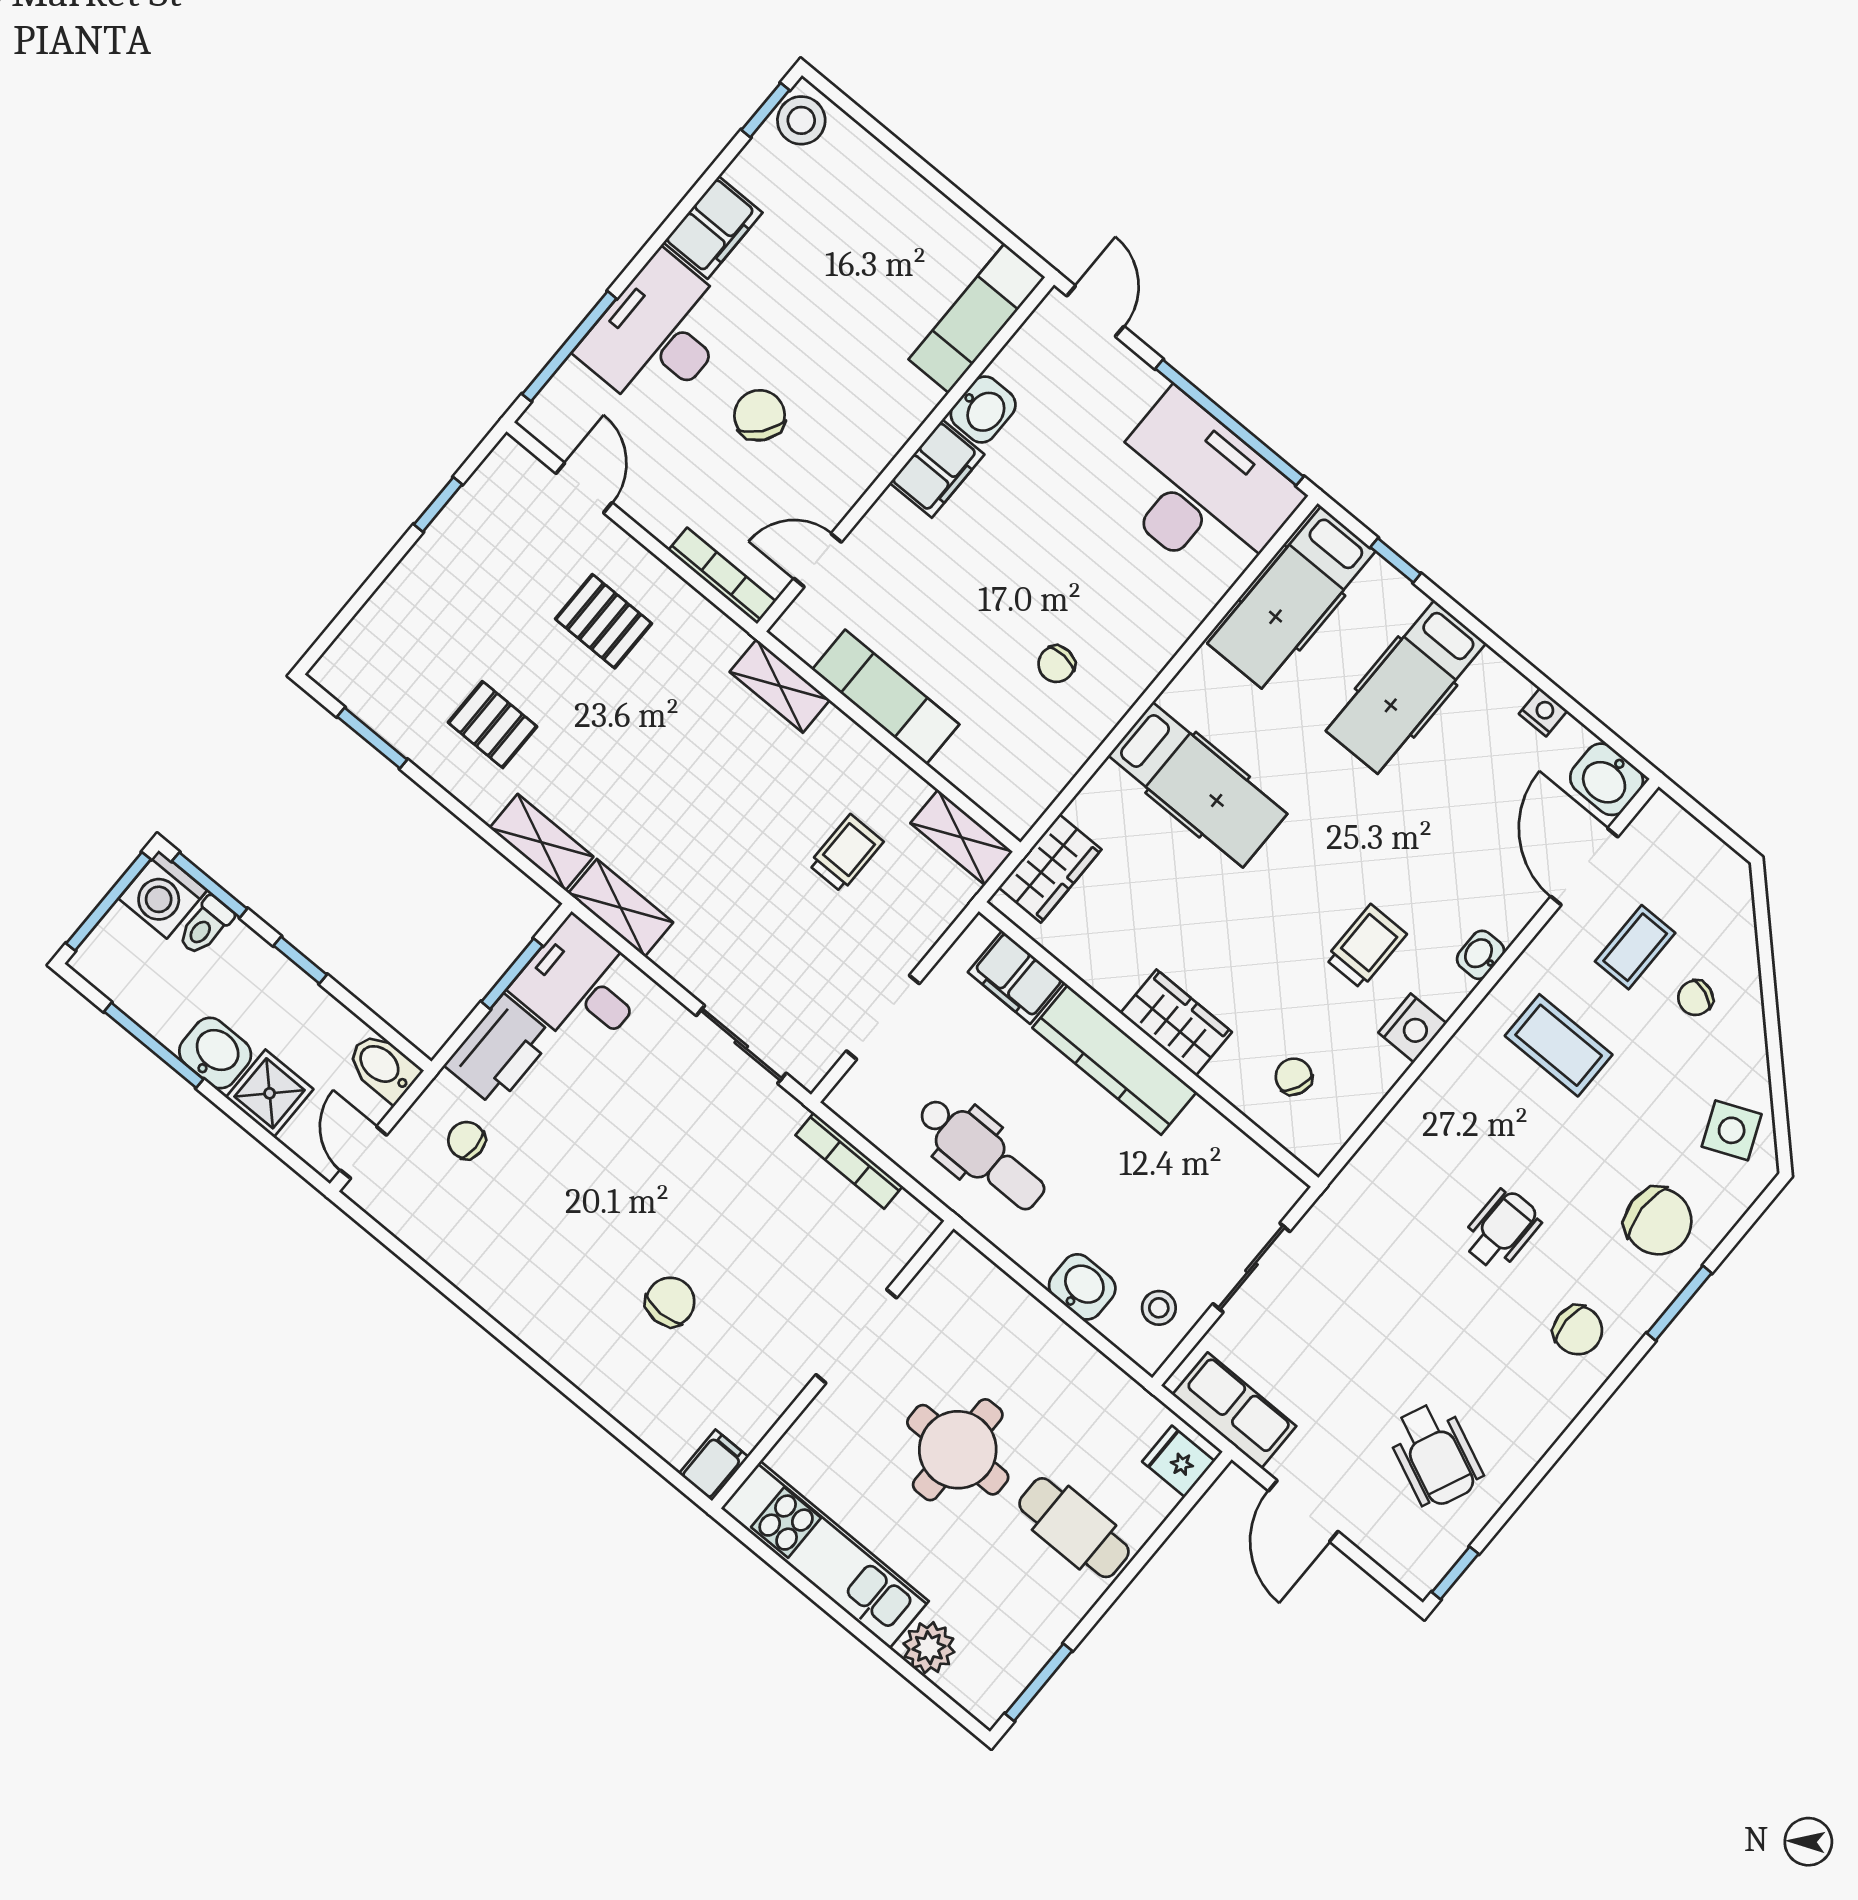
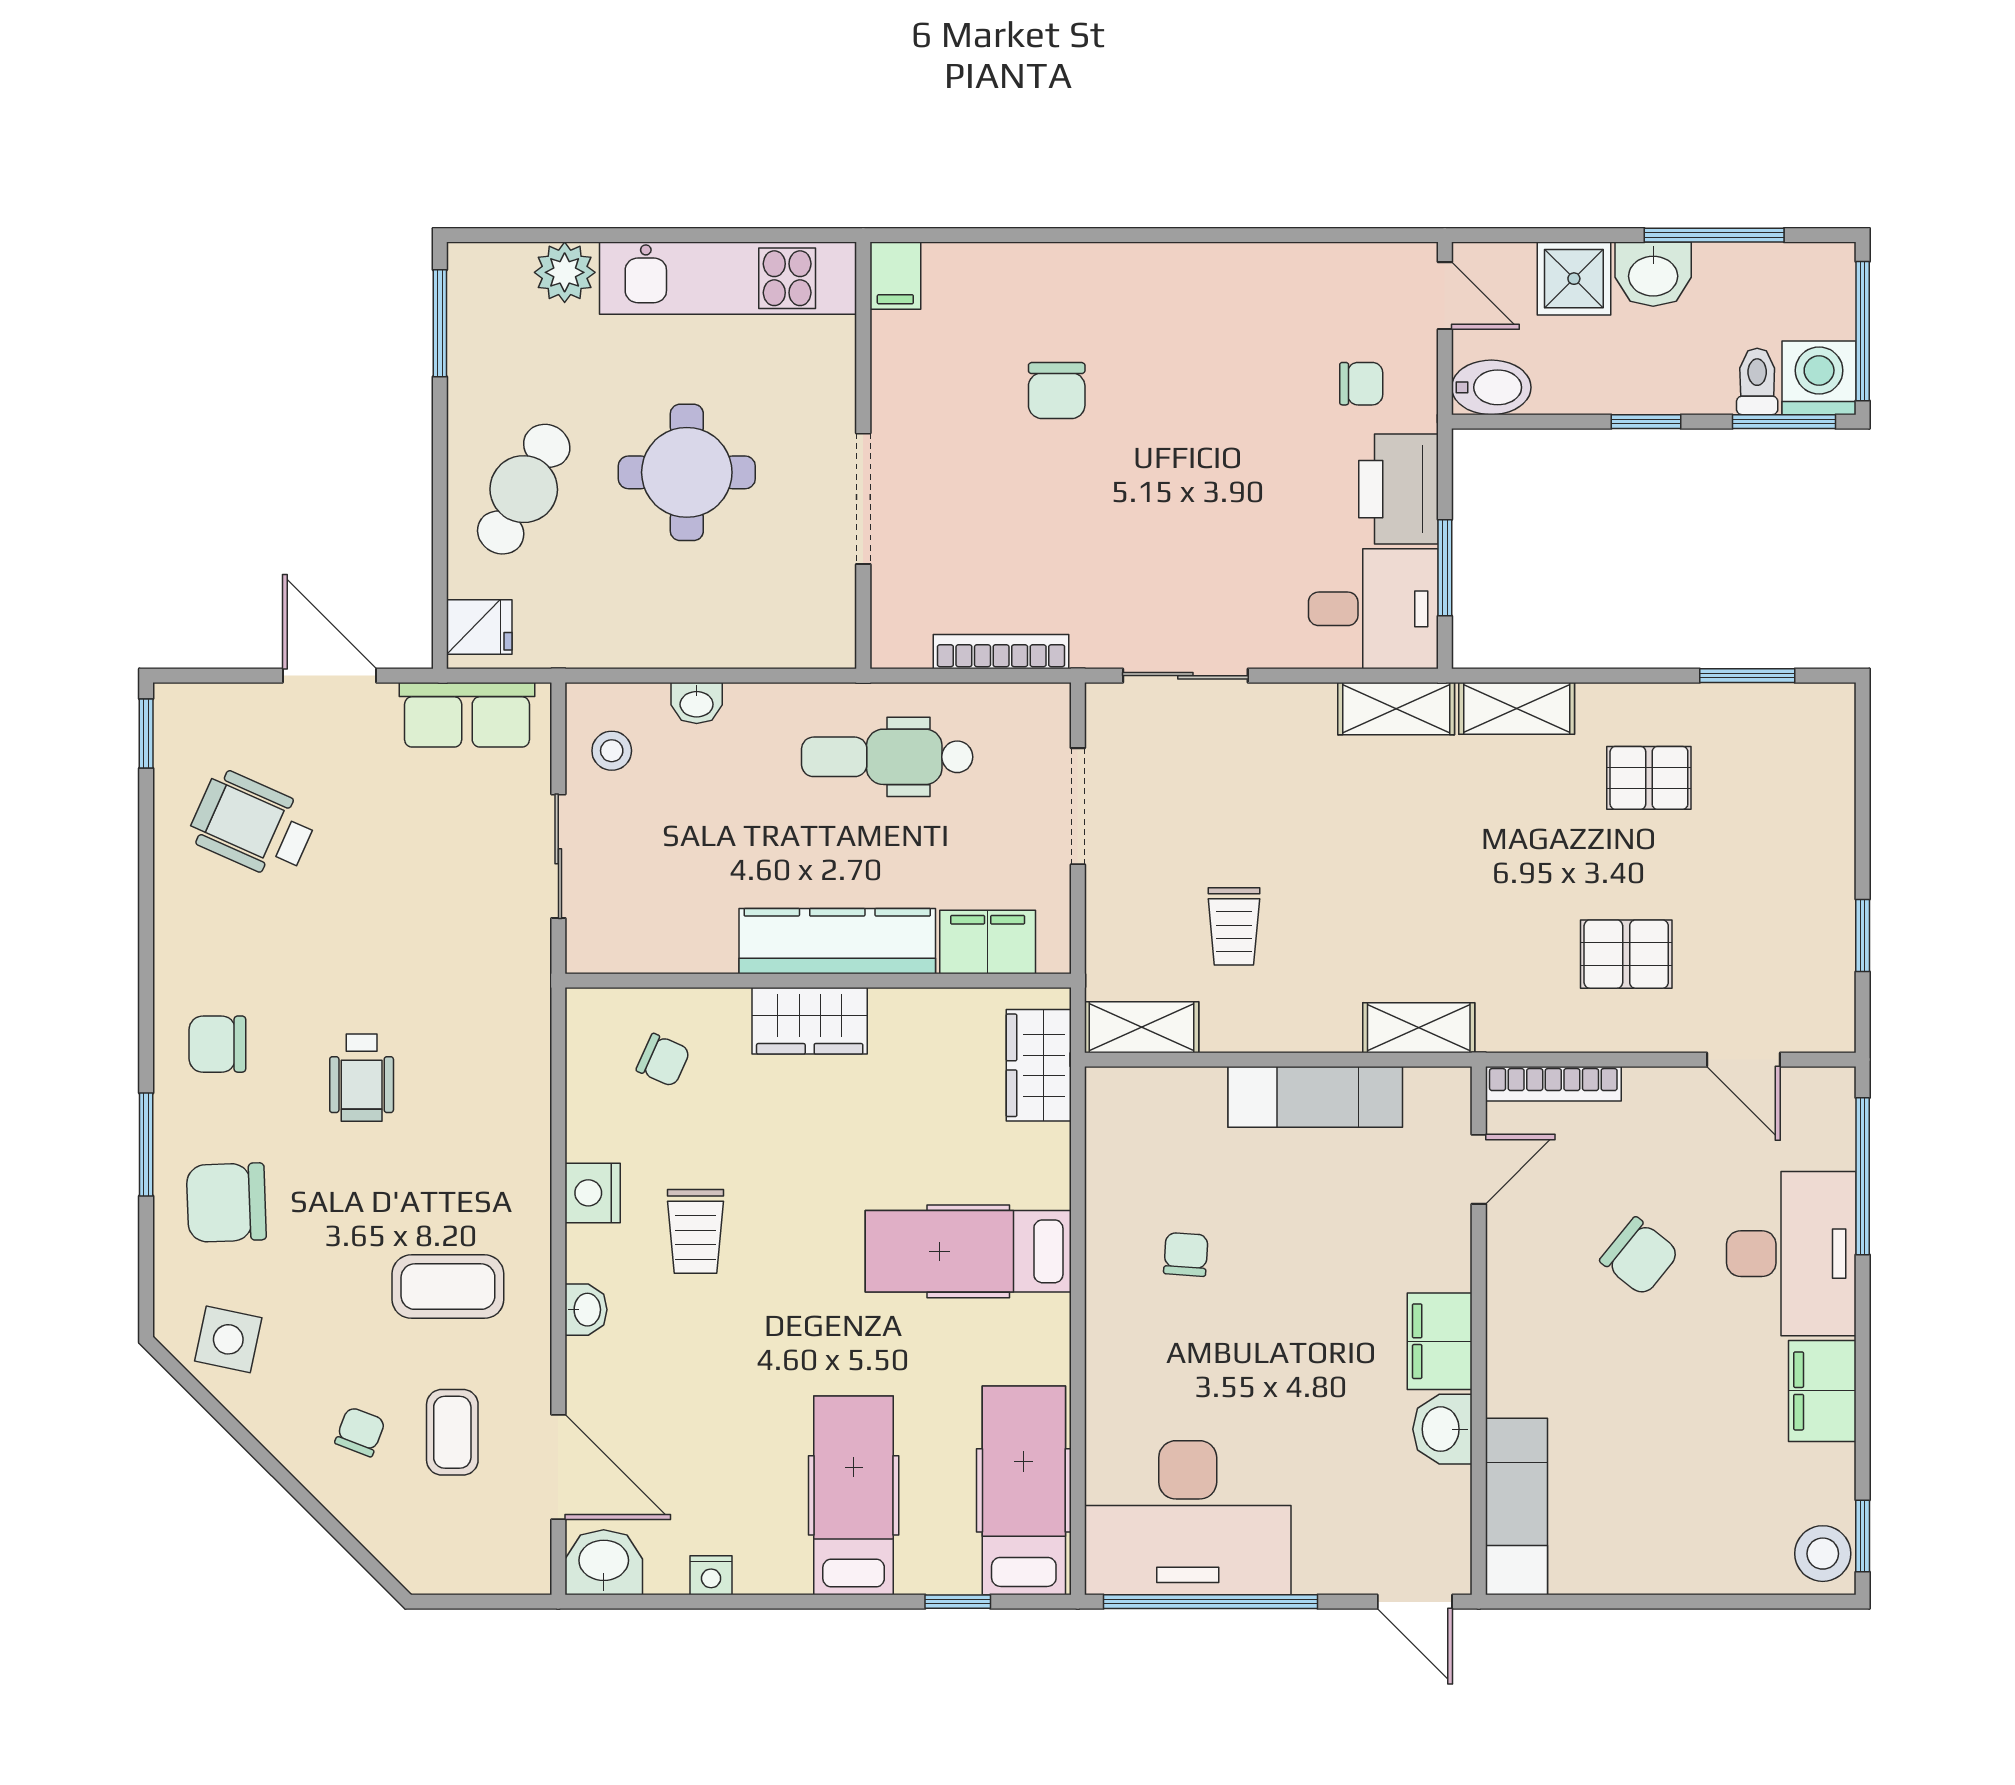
side table: (1732, 1130) -> (228, 1339), turned 35
washbasin: (1082, 1287) -> (697, 703), width x0.72, depth x0.69
cafe table: (1074, 1528) -> (524, 489), turned -62

